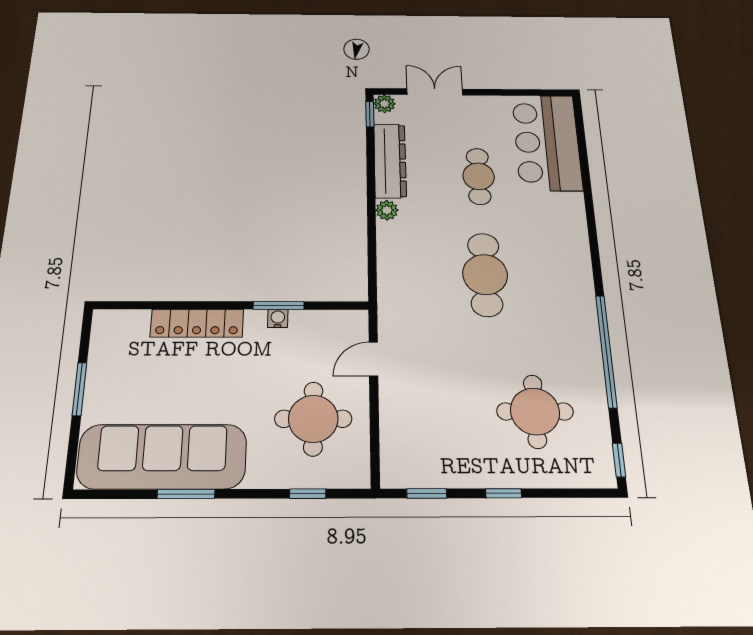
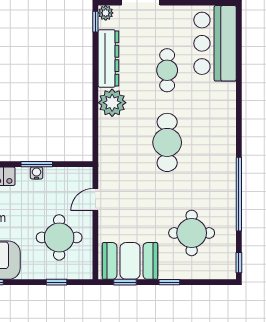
plant: (387, 210) -> (112, 103), width x1.88, depth x1.88
booth: (434, 457) -> (130, 261), added

